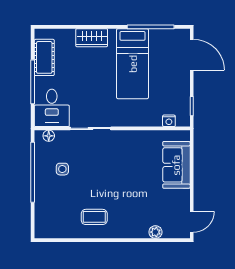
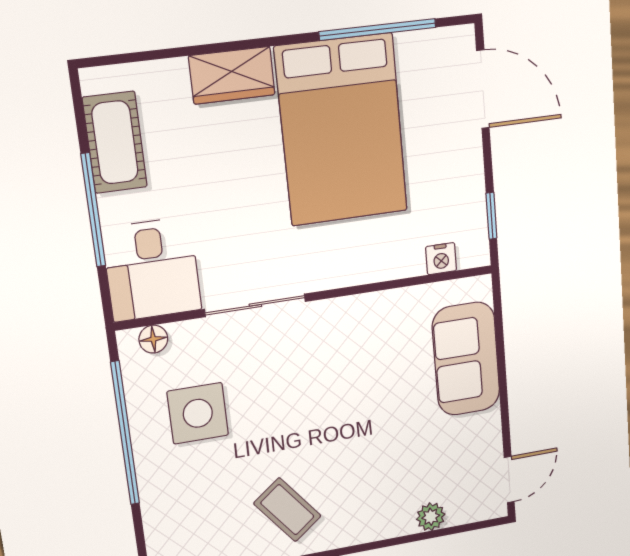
bed: (133, 64) -> (342, 130), width x1.50
side table: (62, 169) -> (198, 413), width x1.87, depth x1.87
coffee table: (94, 217) -> (287, 510), turned 52

